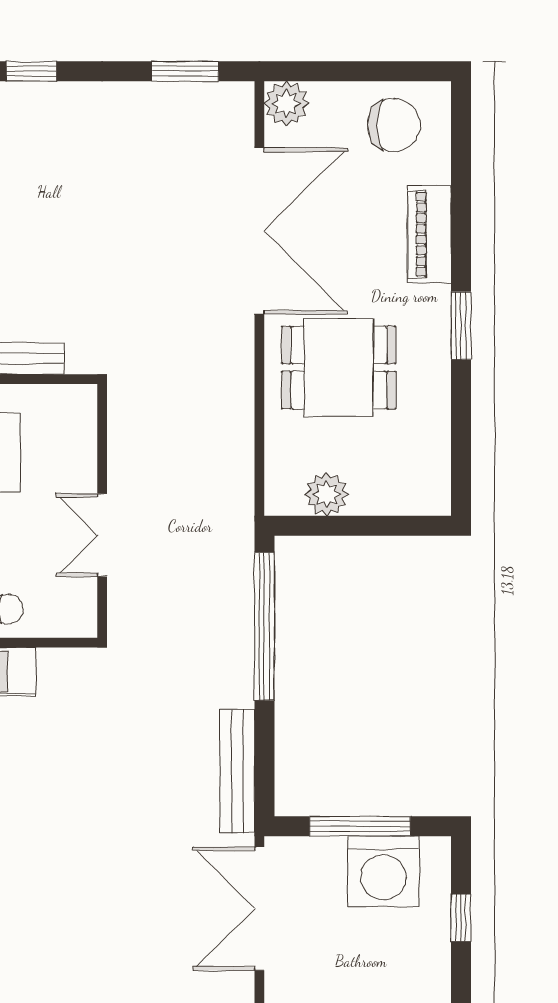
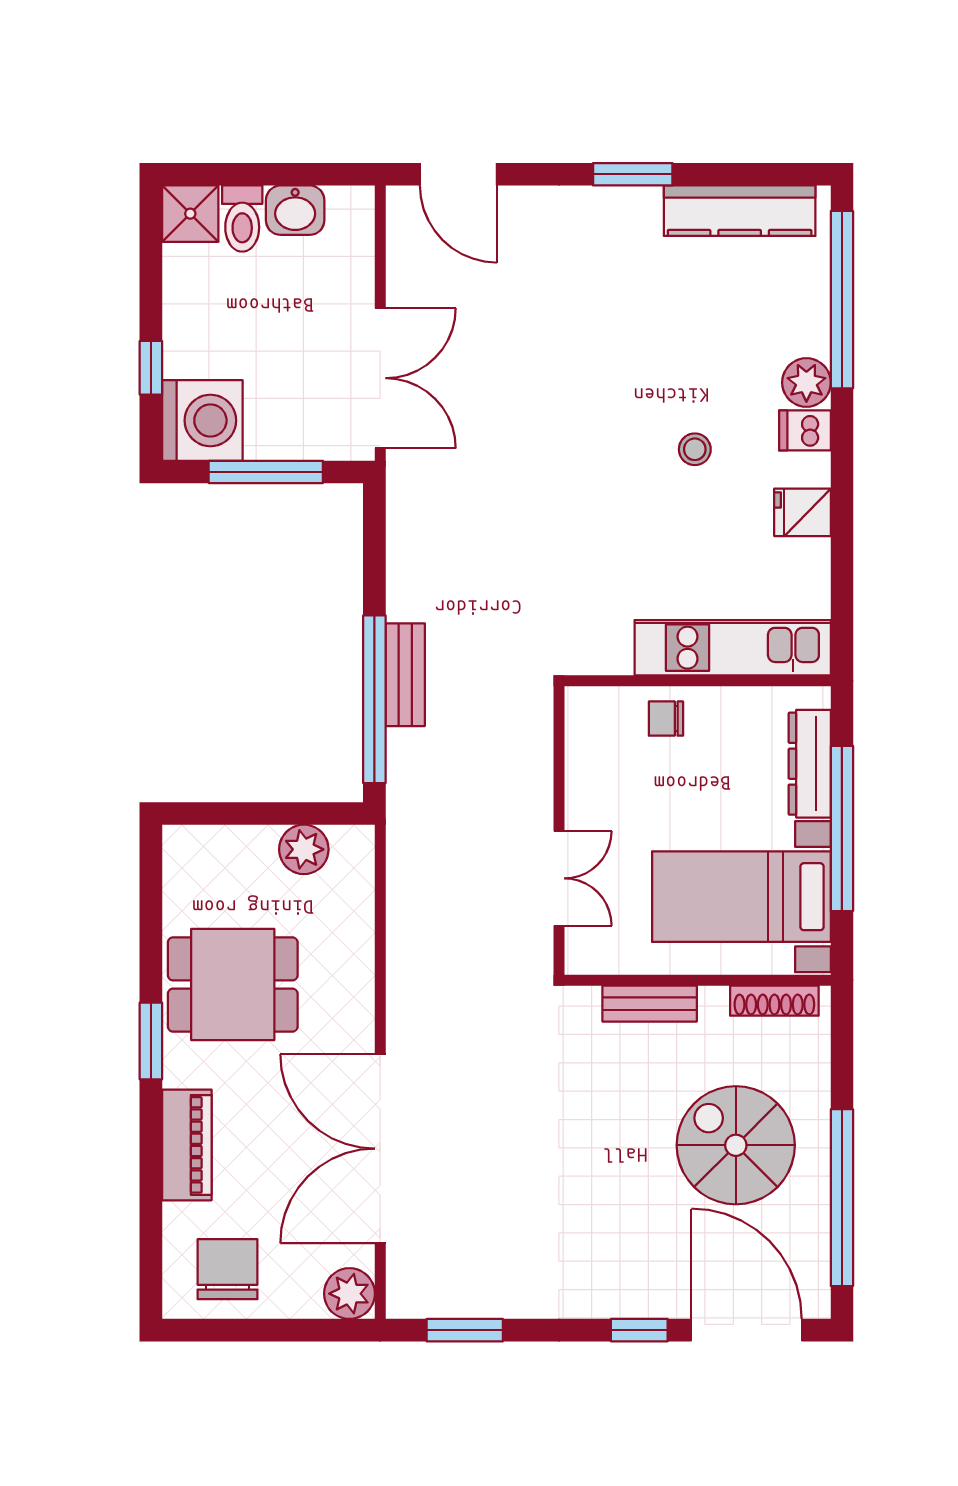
chair: (394, 125) -> (227, 1269), turned 90
dining table: (339, 368) -> (233, 985), moved
double door: (102, 535) -> (559, 878), moved
bench: (237, 771) -> (405, 675), moved, width x0.73
washing machine: (383, 871) -> (202, 420), moved, turned 90

